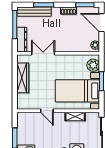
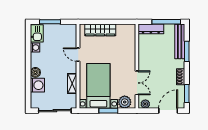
double door: (43, 53) -> (137, 83), moved
wardrobe: (23, 78) -> (100, 30), moved
door: (47, 111) -> (78, 55), hinge flipped

